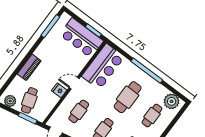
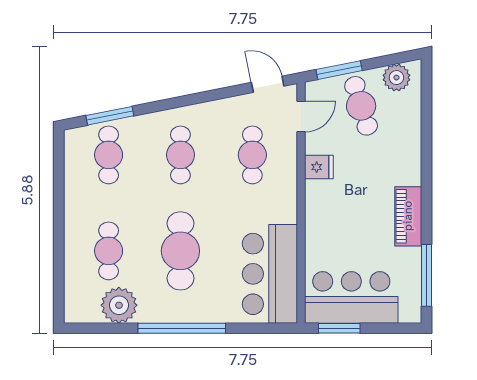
piano: (29, 67) -> (408, 216), moved
door: (74, 83) -> (301, 117), moved
plant: (172, 101) -> (119, 305), moved

